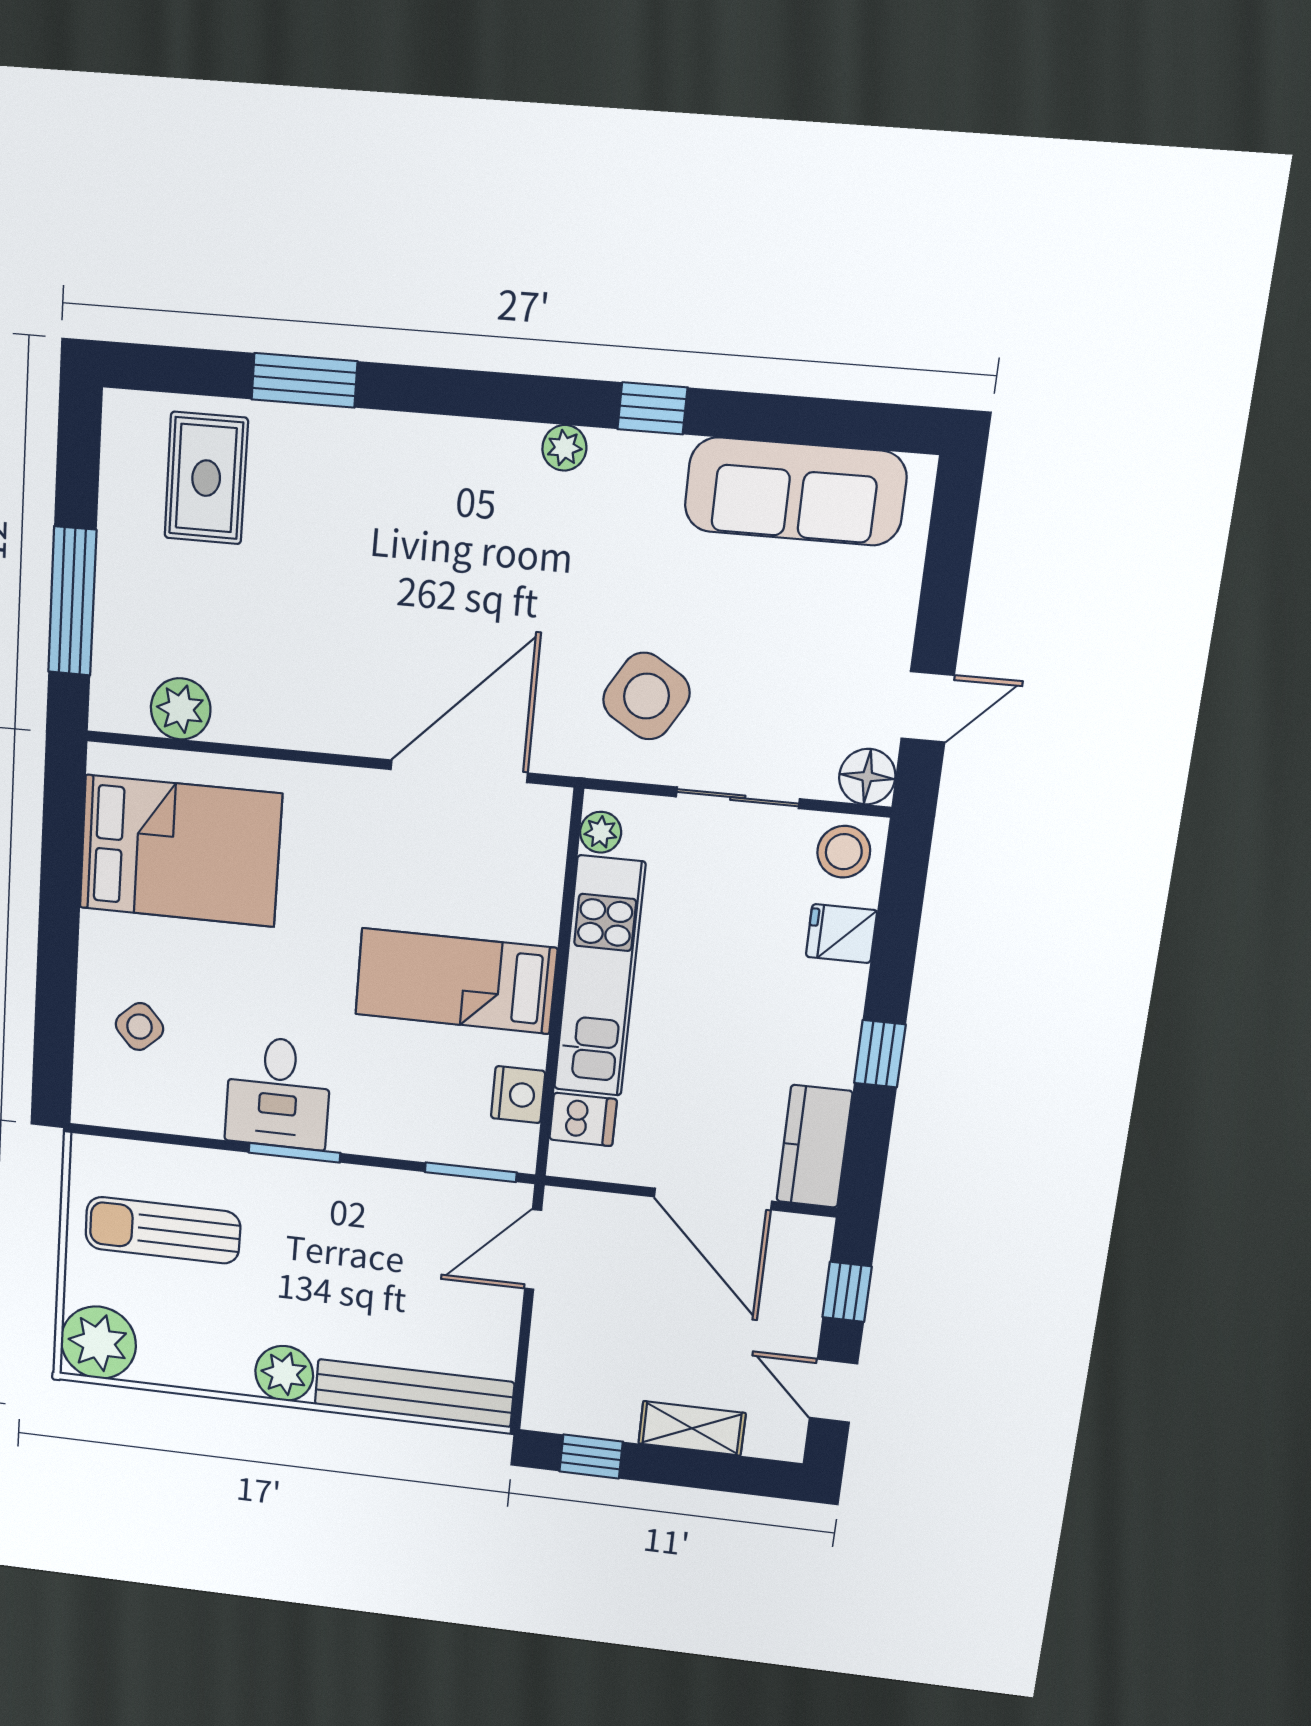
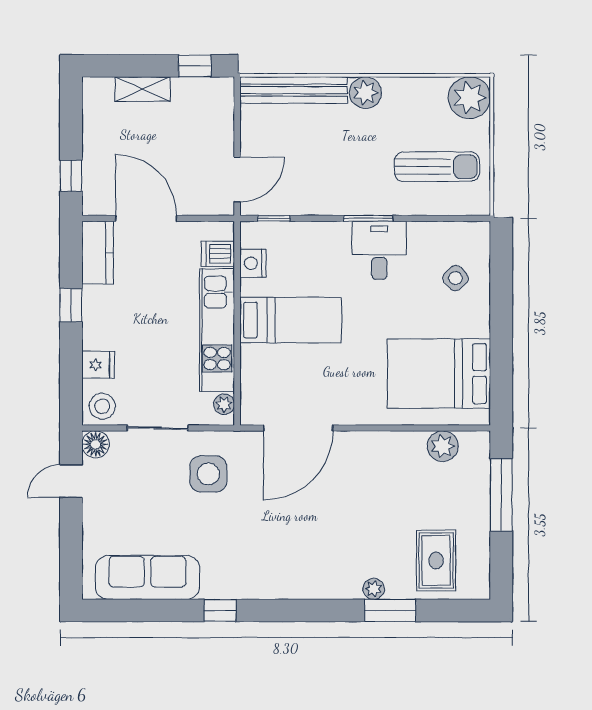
plant: (564, 448) -> (374, 589), moved
side table: (646, 696) -> (208, 474), turned -31
window: (471, 1172) -> (274, 218), width x0.67
door: (833, 1391) -> (71, 120), removed

